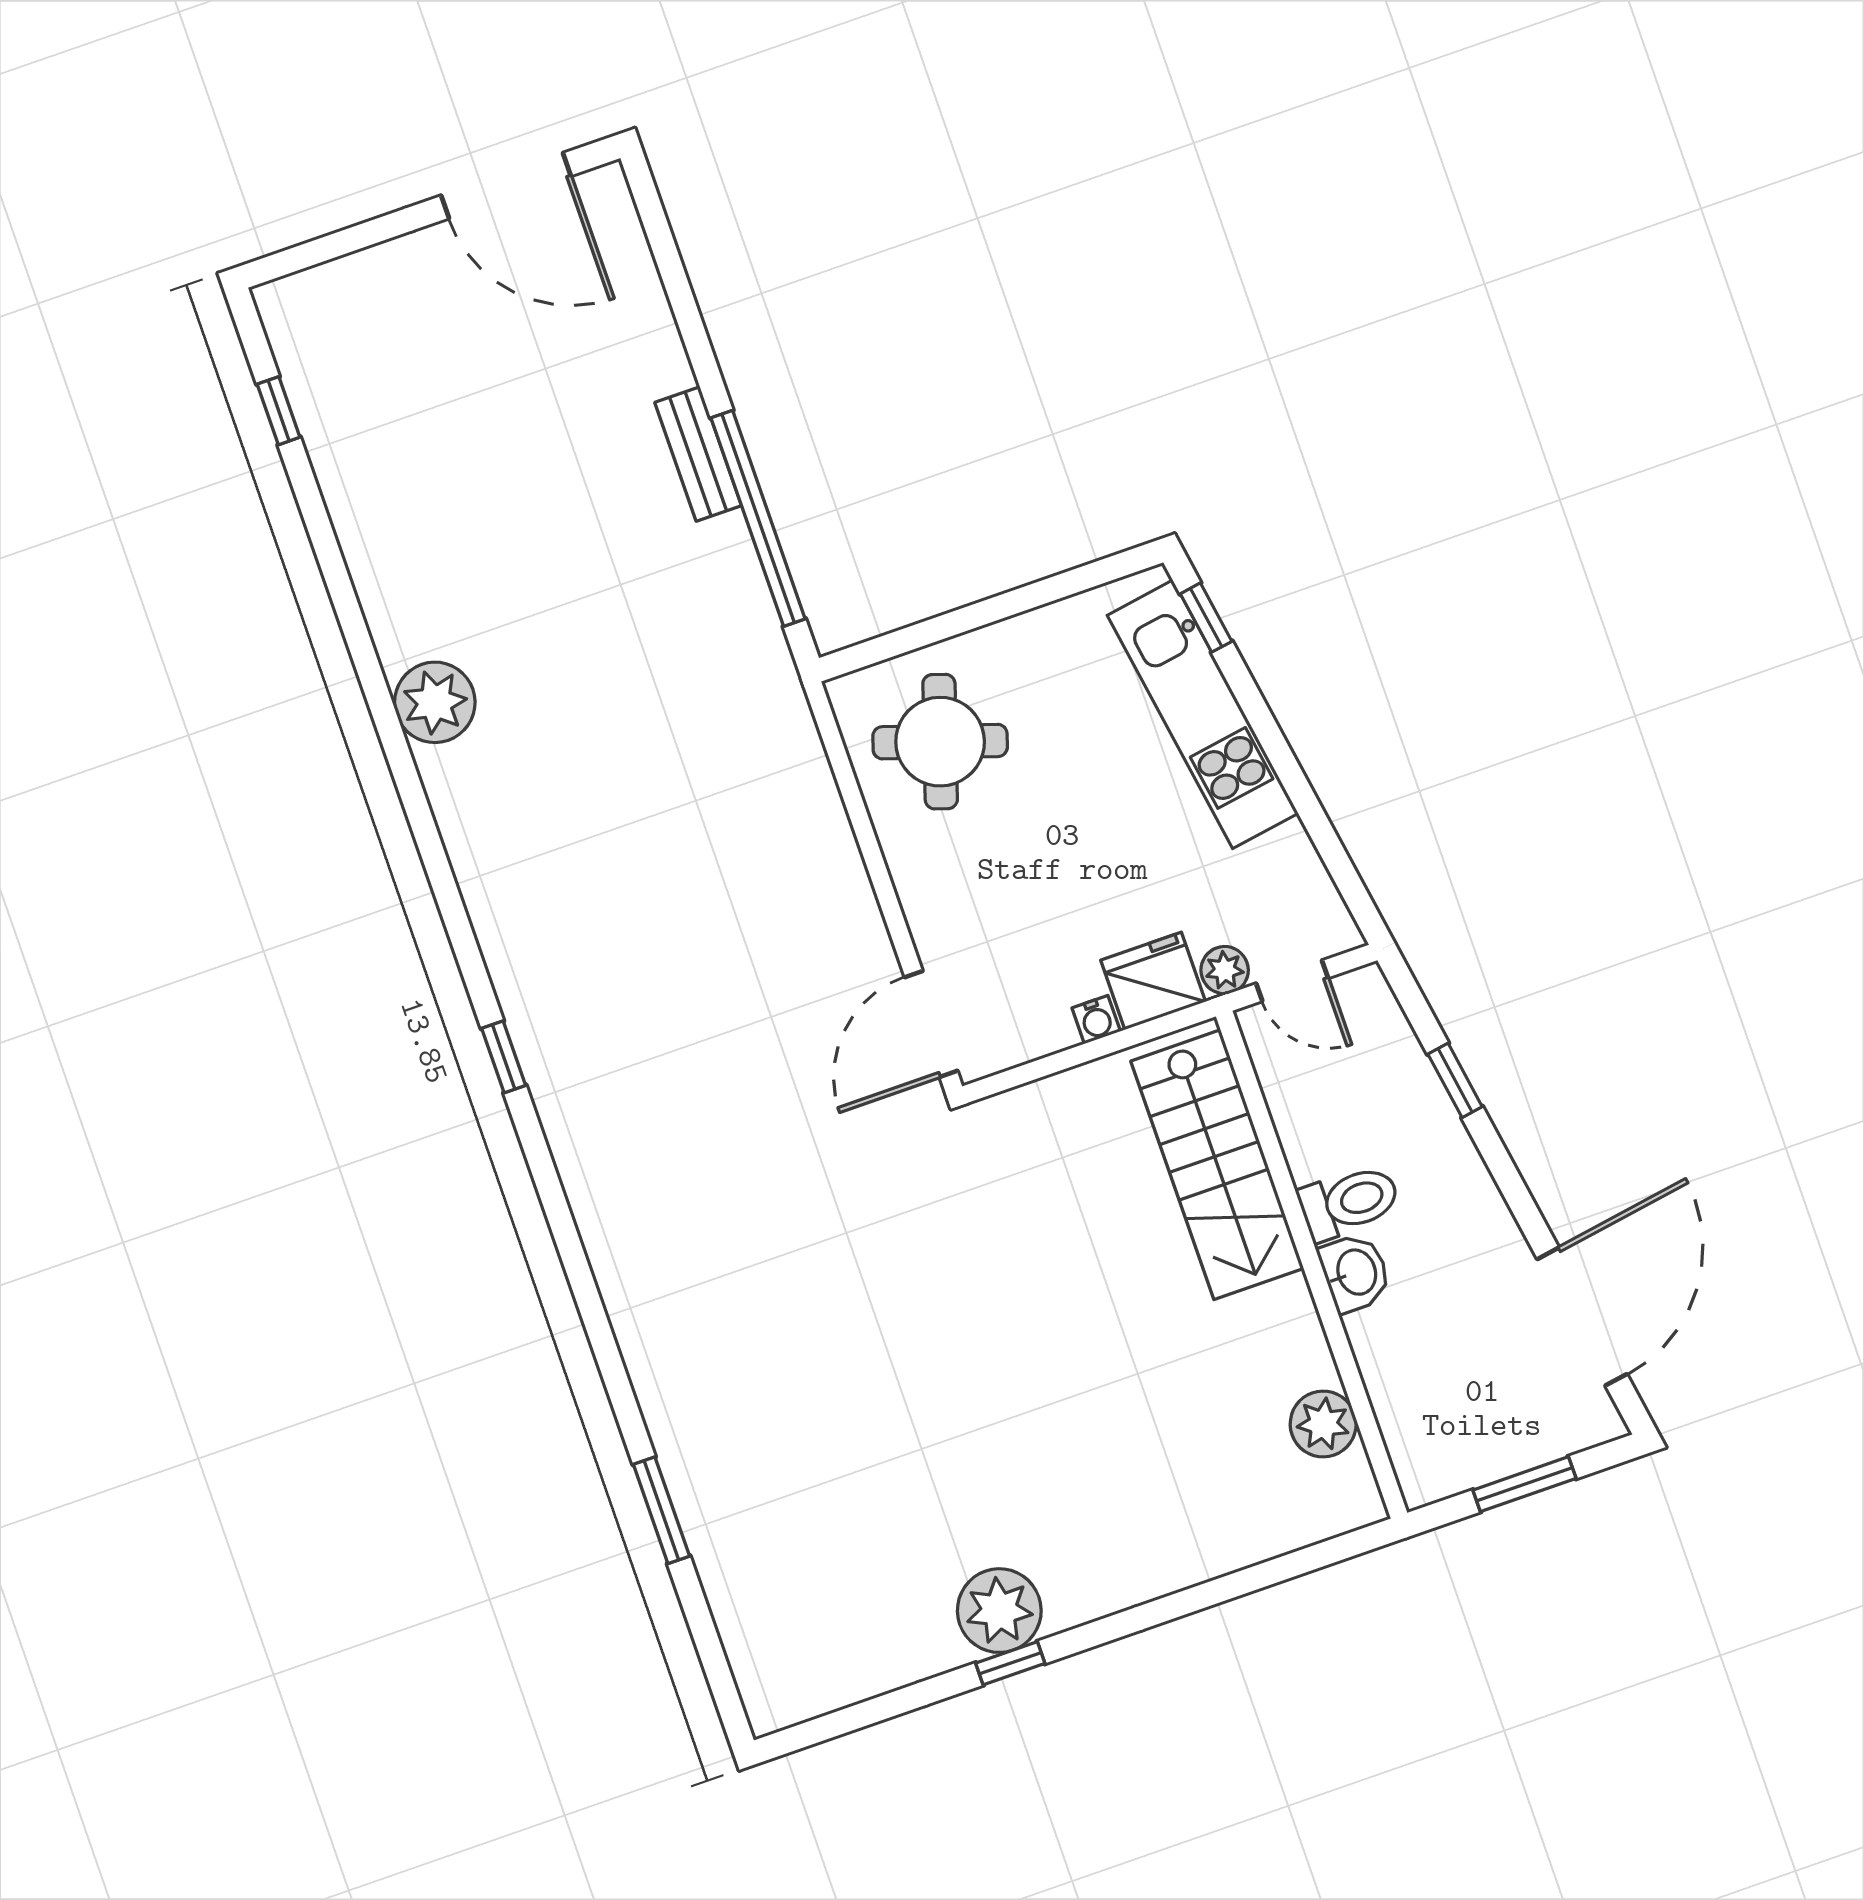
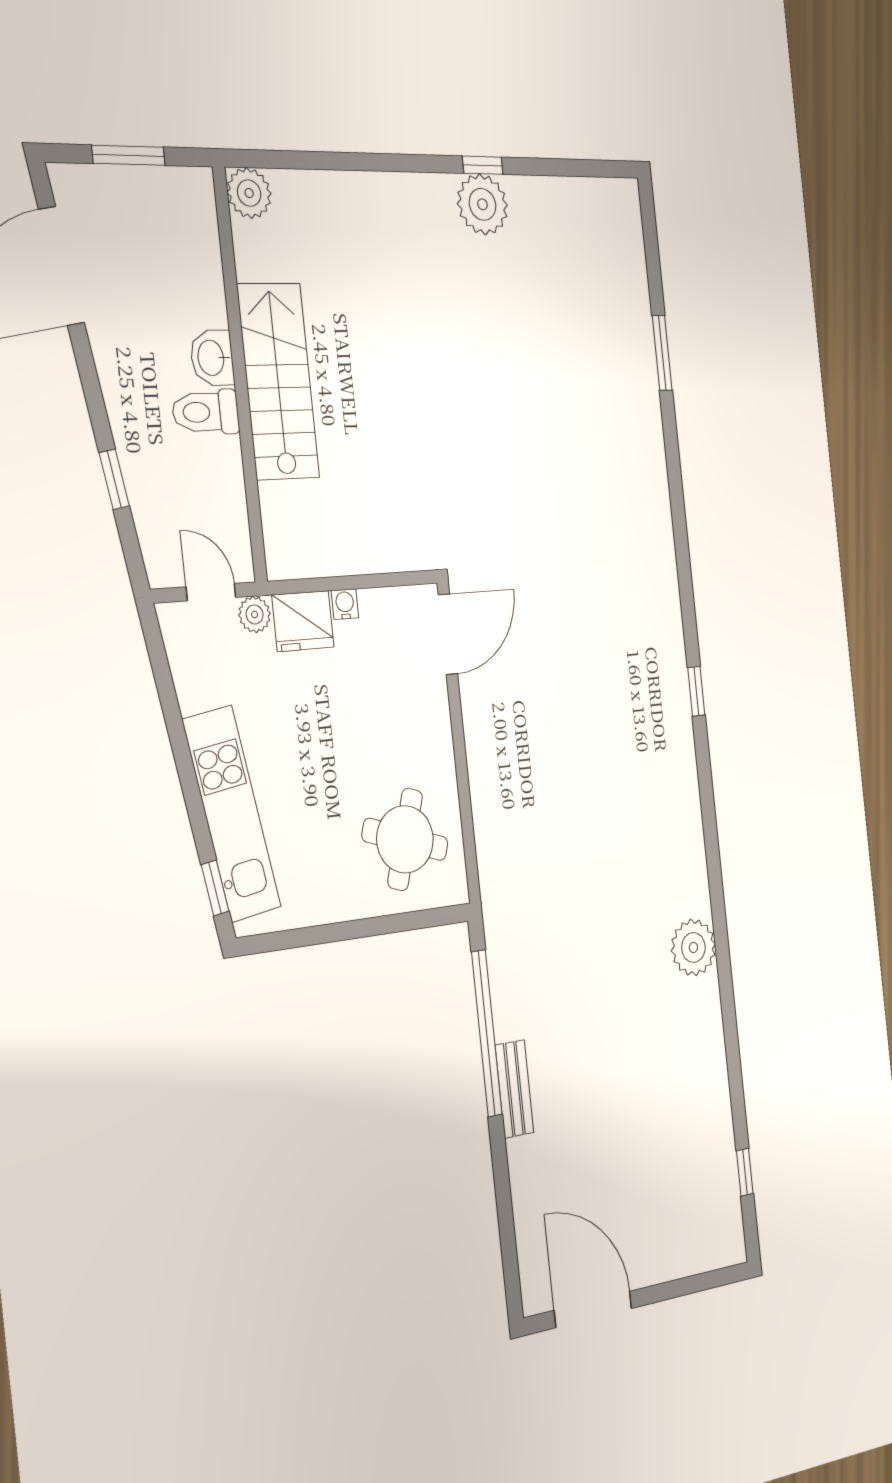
stairs: (1217, 1165) -> (278, 381), moved
plant: (1323, 1424) -> (249, 193), moved

